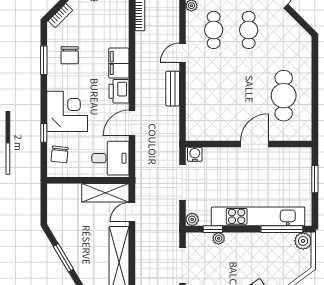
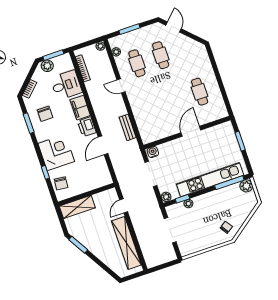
door: (182, 53) -> (121, 86), hinge flipped
bench: (173, 89) -> (128, 127), moved
cafe table: (284, 96) -> (200, 92), width x0.73, depth x0.74
desk: (110, 158) -> (66, 85), moved
shelving: (105, 193) -> (77, 207), moved
window: (63, 258) -> (78, 245), moved

